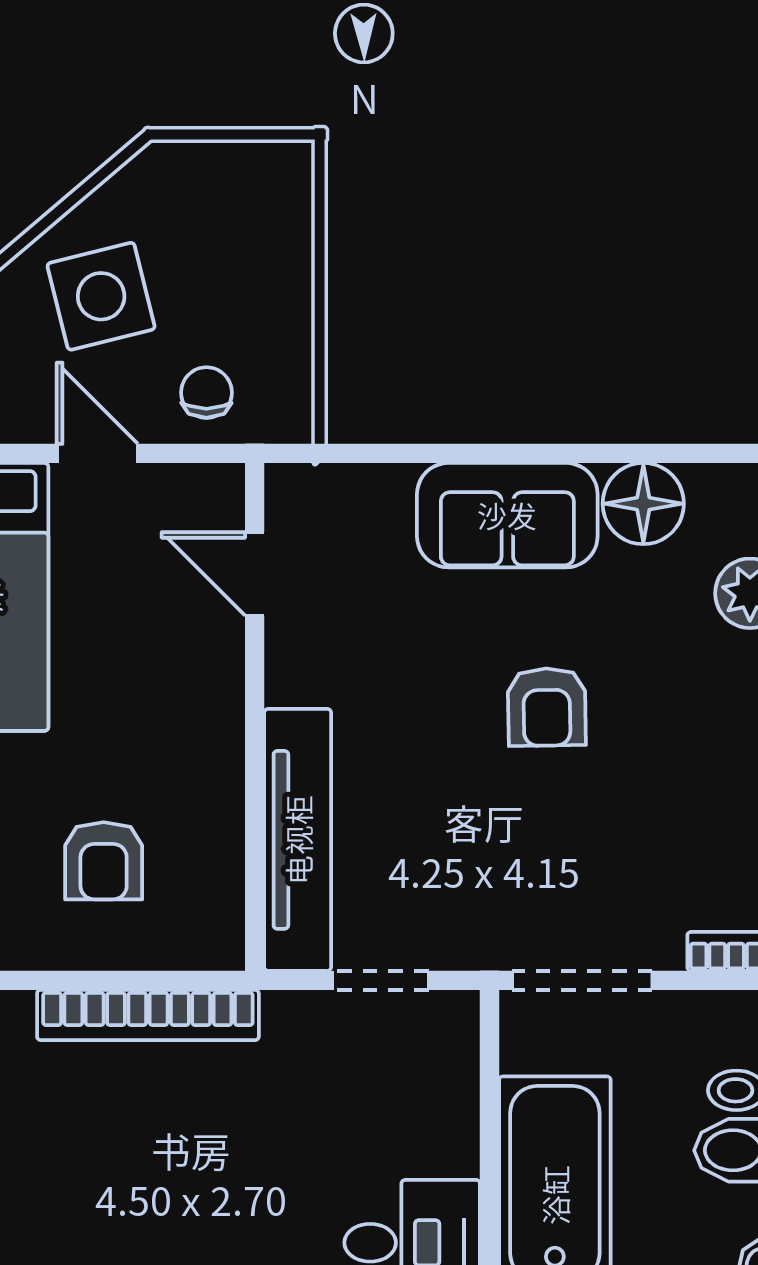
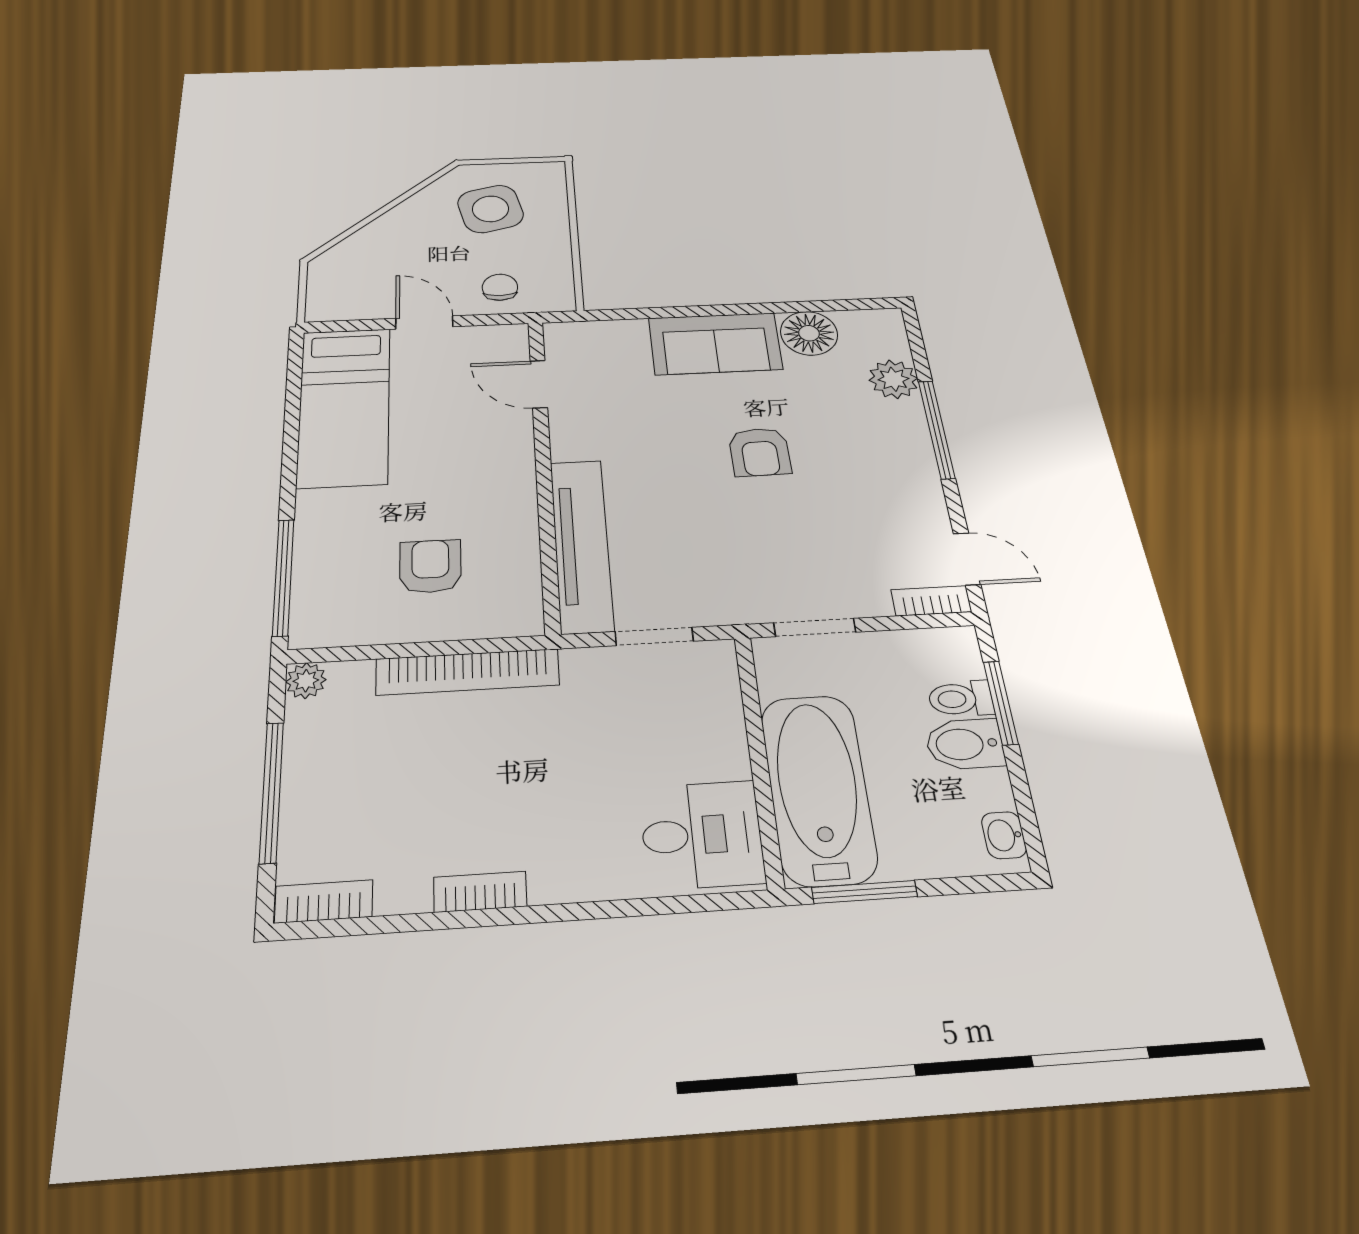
side table: (101, 296) -> (491, 209), moved
armchair: (104, 861) -> (430, 566), turned 180
doorway: (582, 980) -> (815, 627), width x0.73

